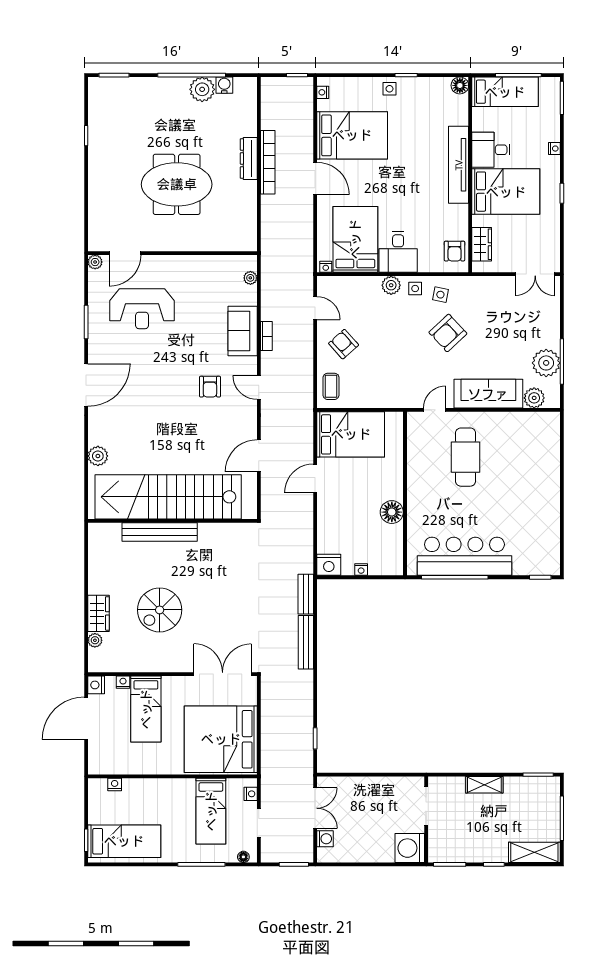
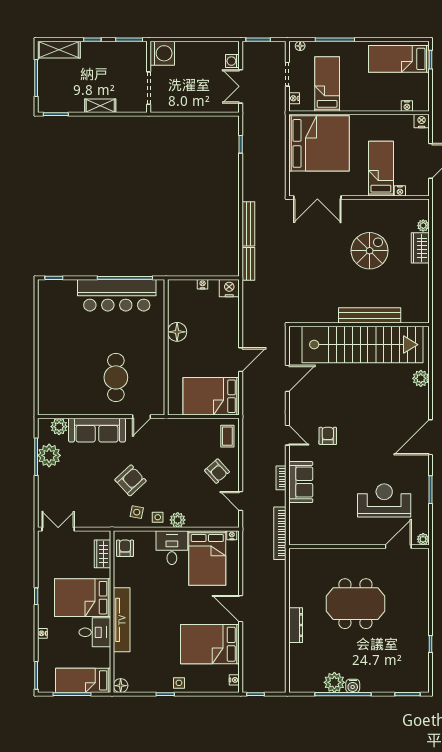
water cooler: (224, 85) -> (353, 686), moved
bookcase: (268, 162) -> (280, 533), moved
plant: (250, 278) -> (294, 526), removed
nightstand: (96, 685) -> (422, 121), moved, turned -90

